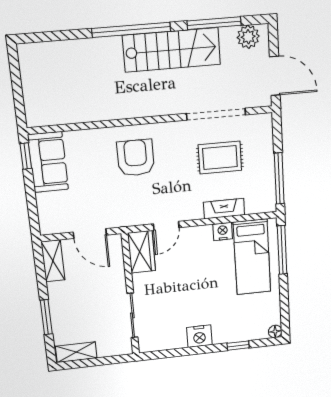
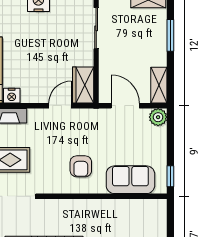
armchair: (136, 158) -> (81, 166), width x0.72, depth x0.72
sofa: (48, 162) -> (130, 180), moved, turned 90
plant: (49, 224) -> (158, 117), added

